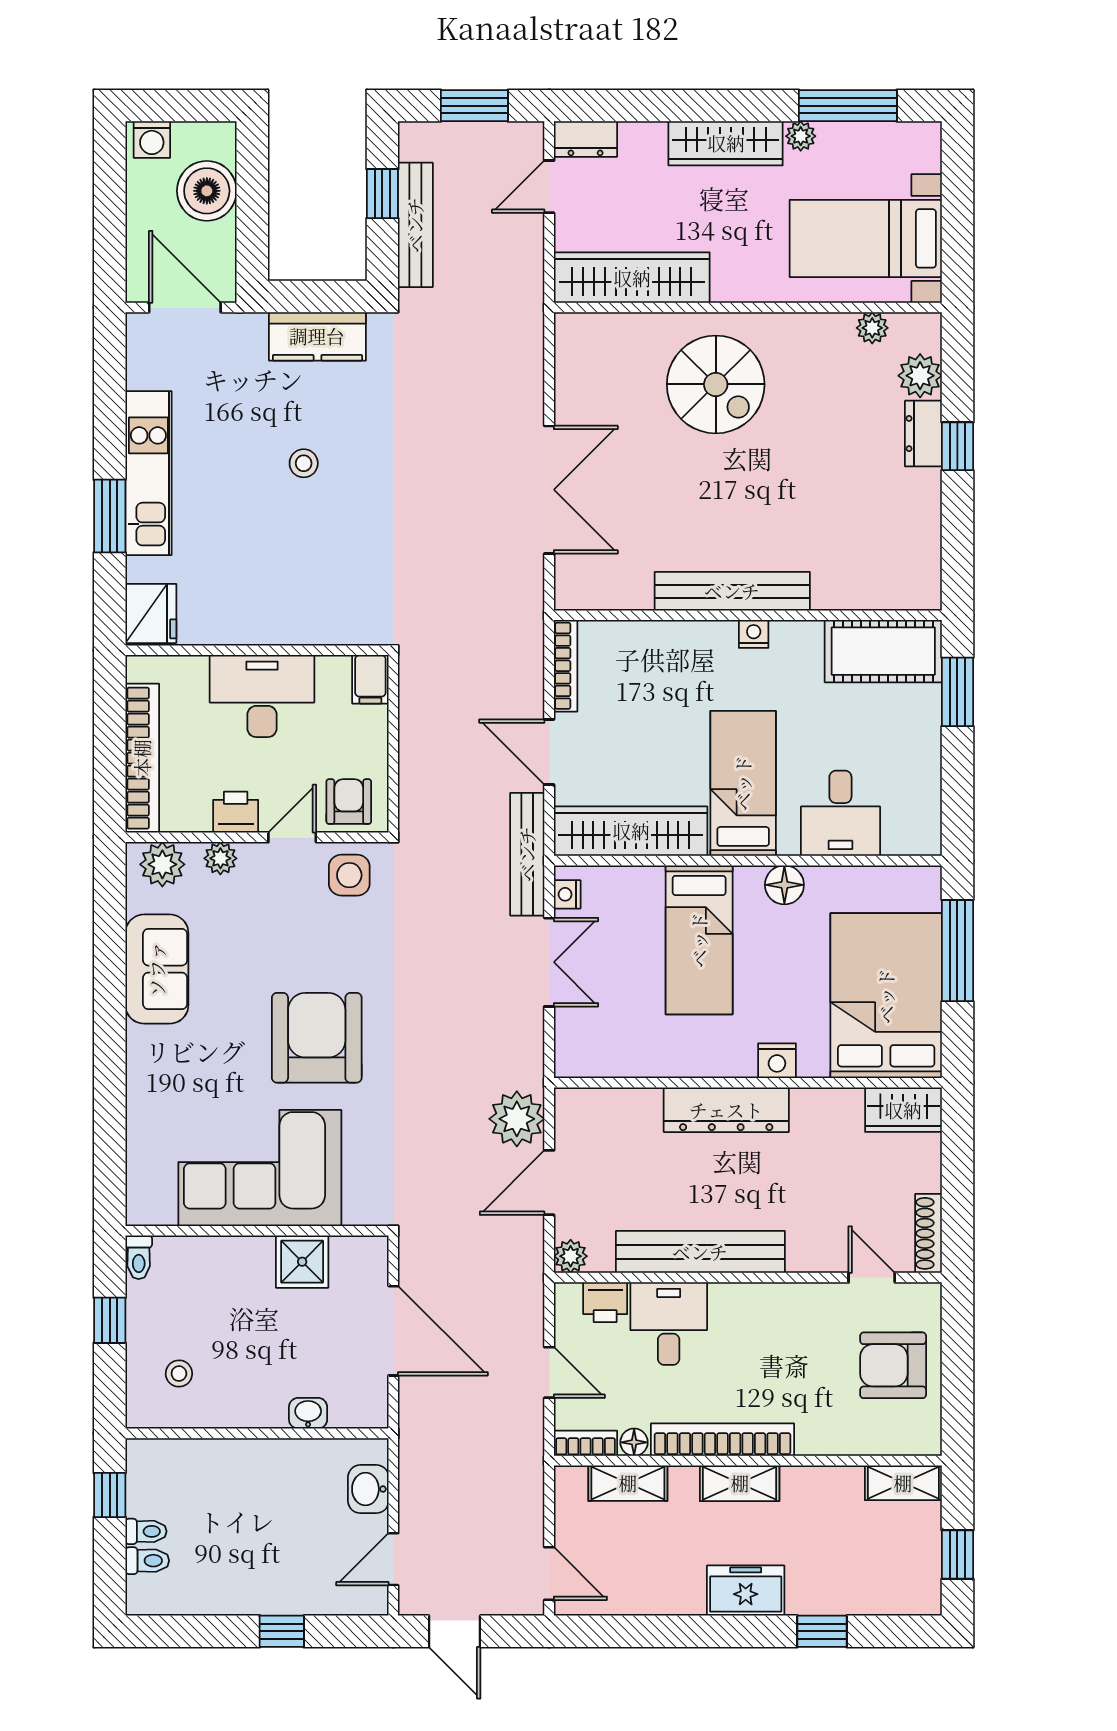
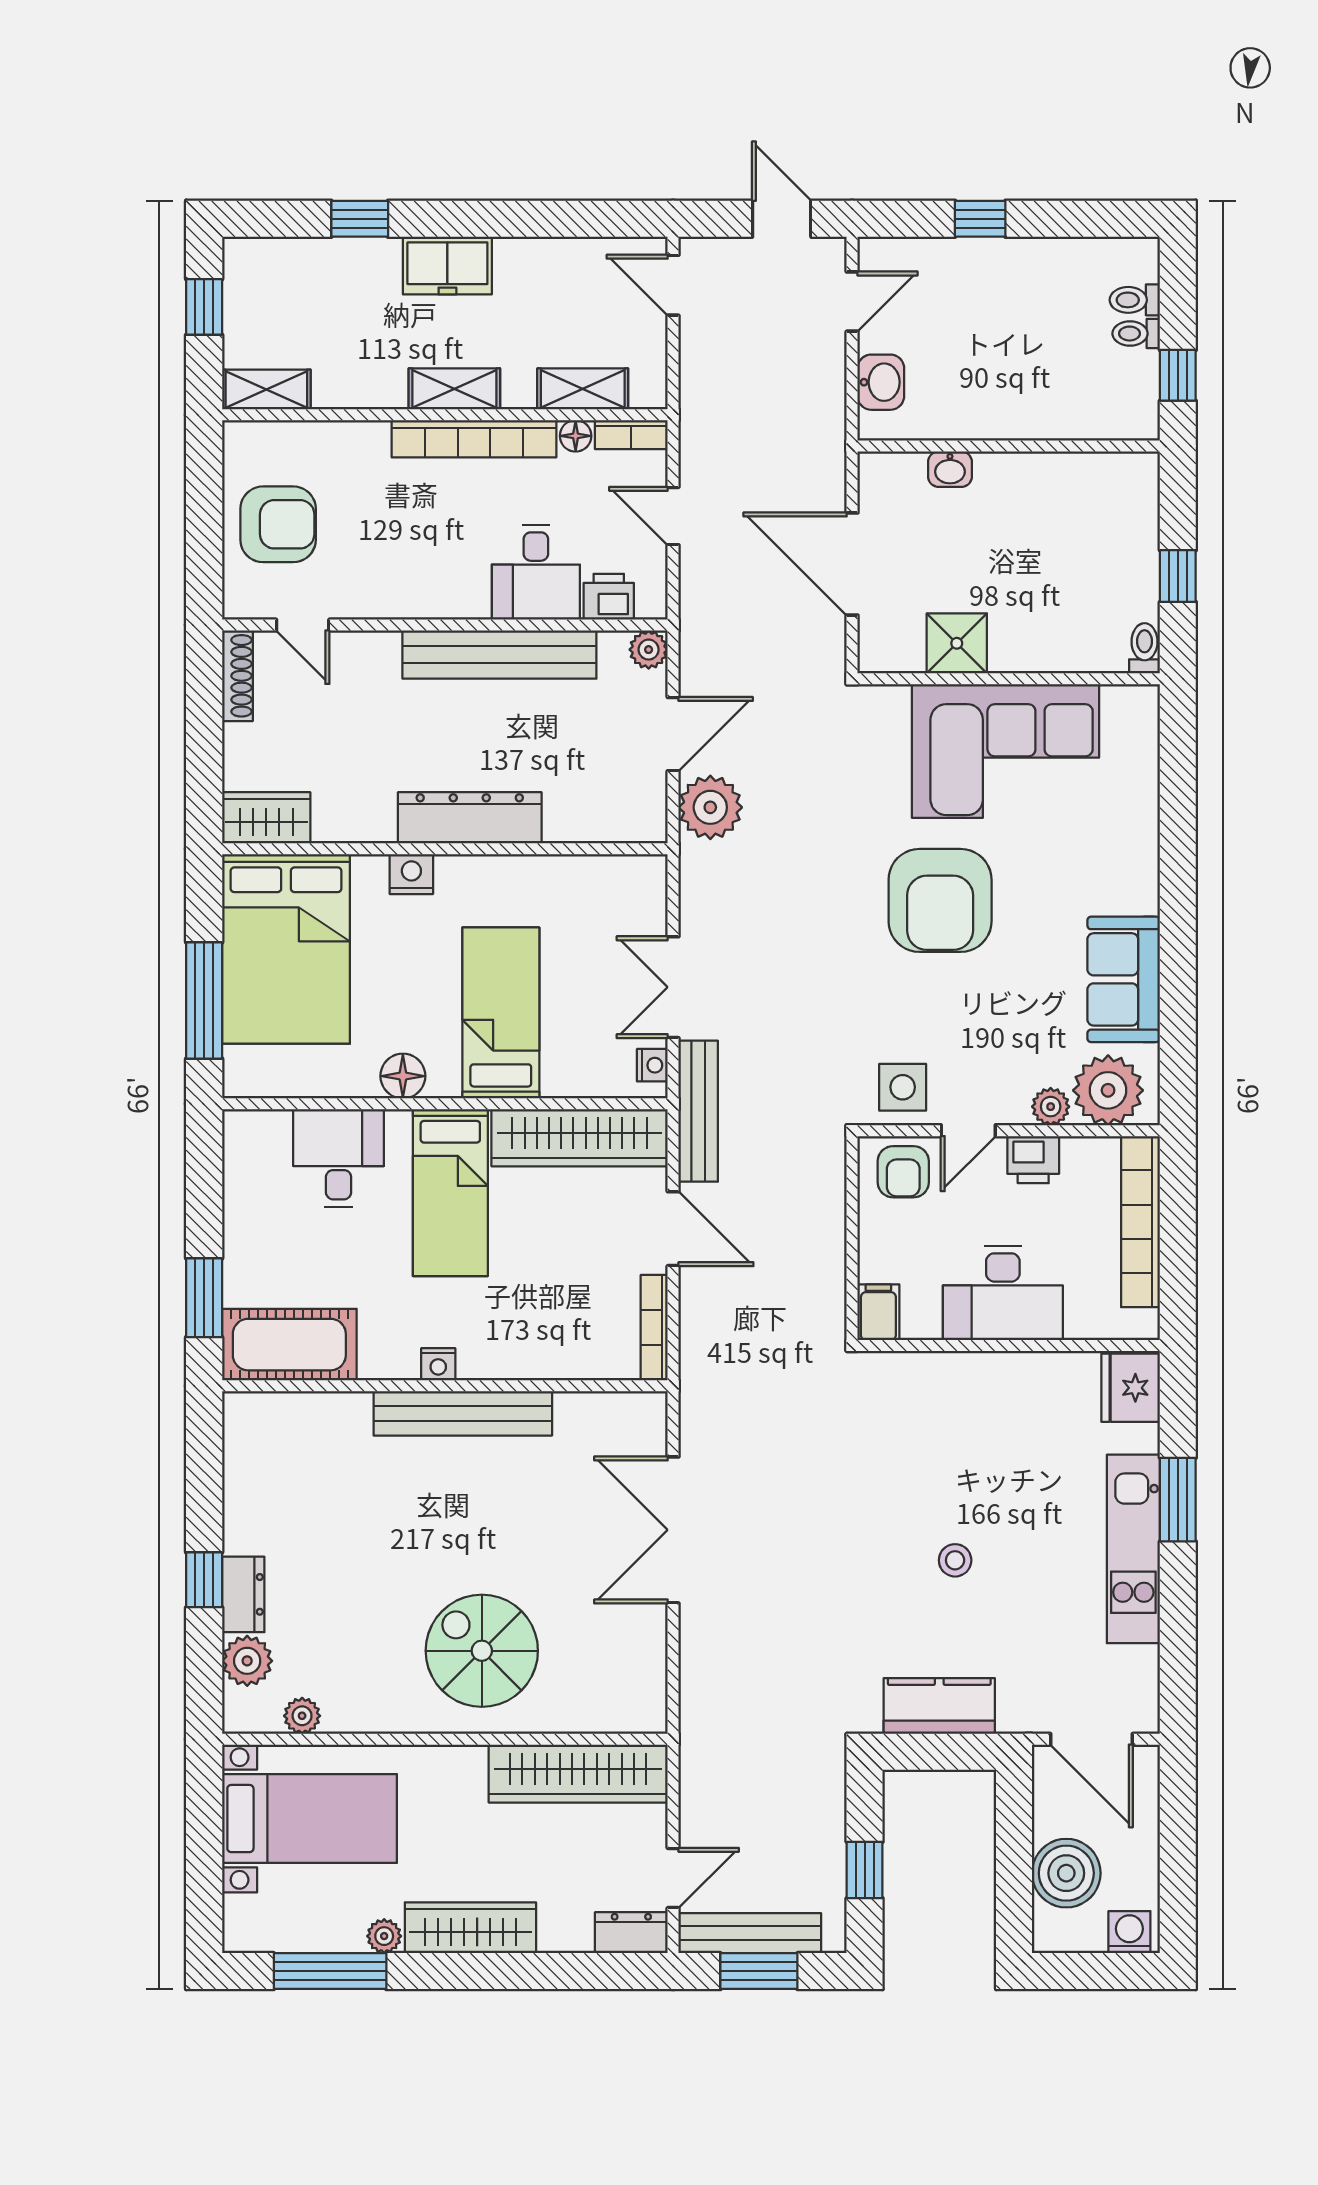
bench: (415, 225) -> (750, 1933), moved, turned 90
plant: (162, 864) -> (1108, 1090), width x1.36, depth x1.36
stool: (179, 1374) -> (1098, 515), removed

